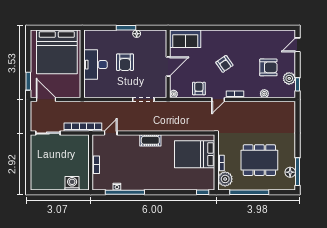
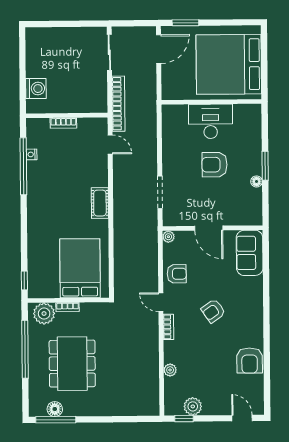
armchair: (268, 67) -> (250, 361), moved

